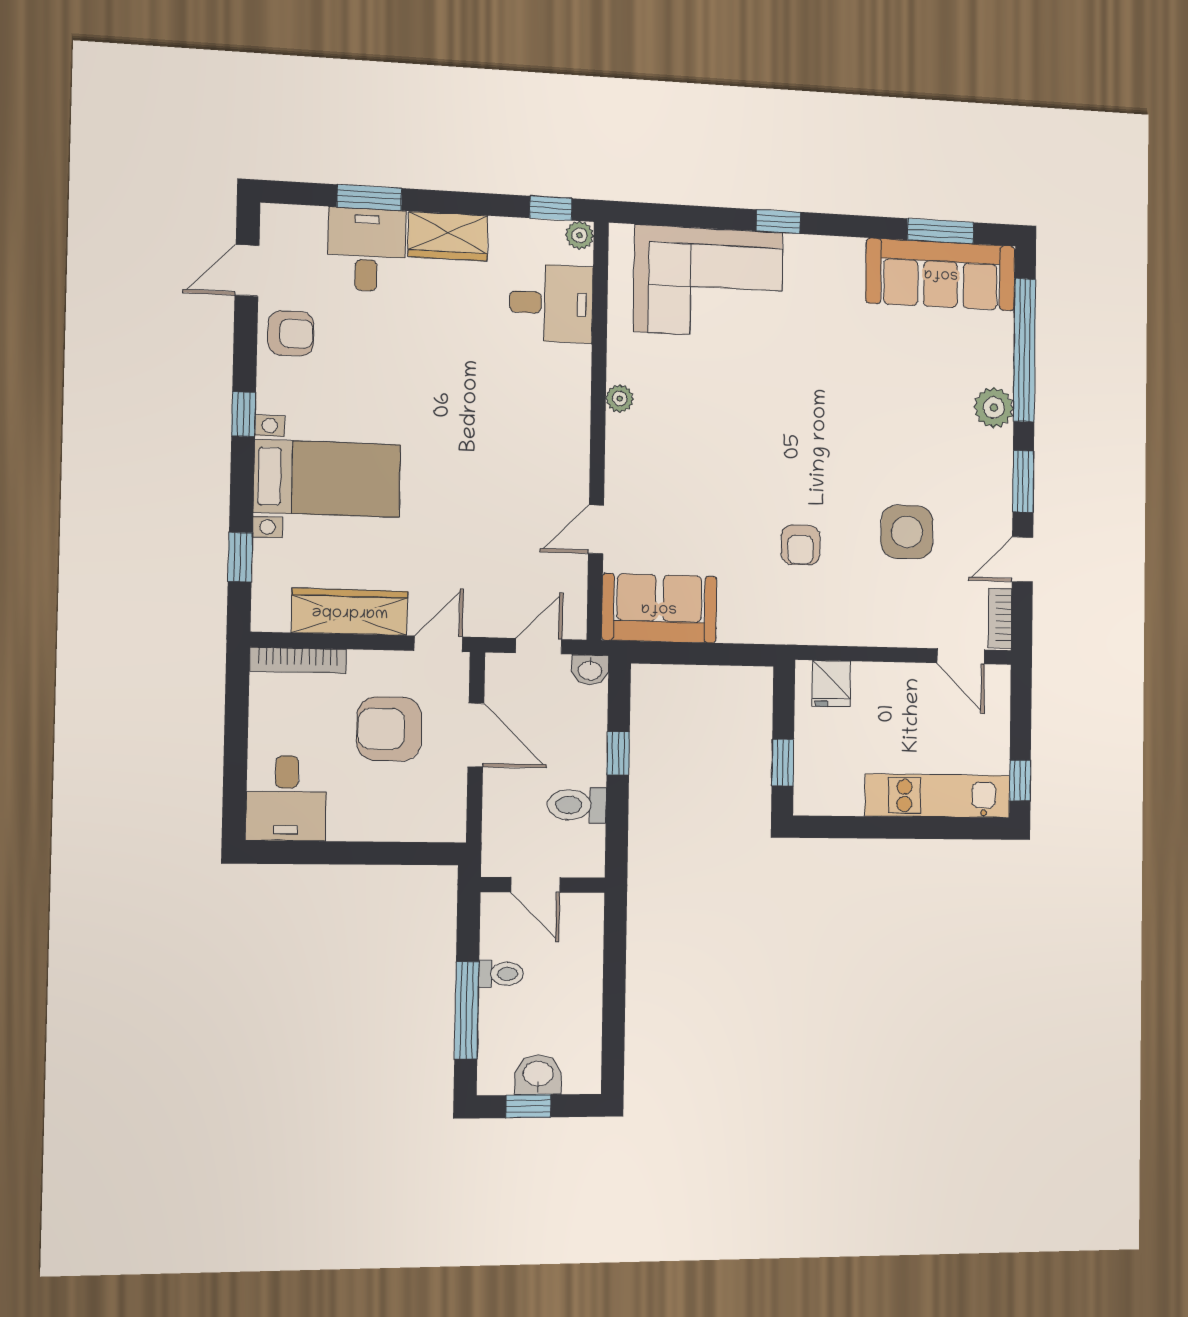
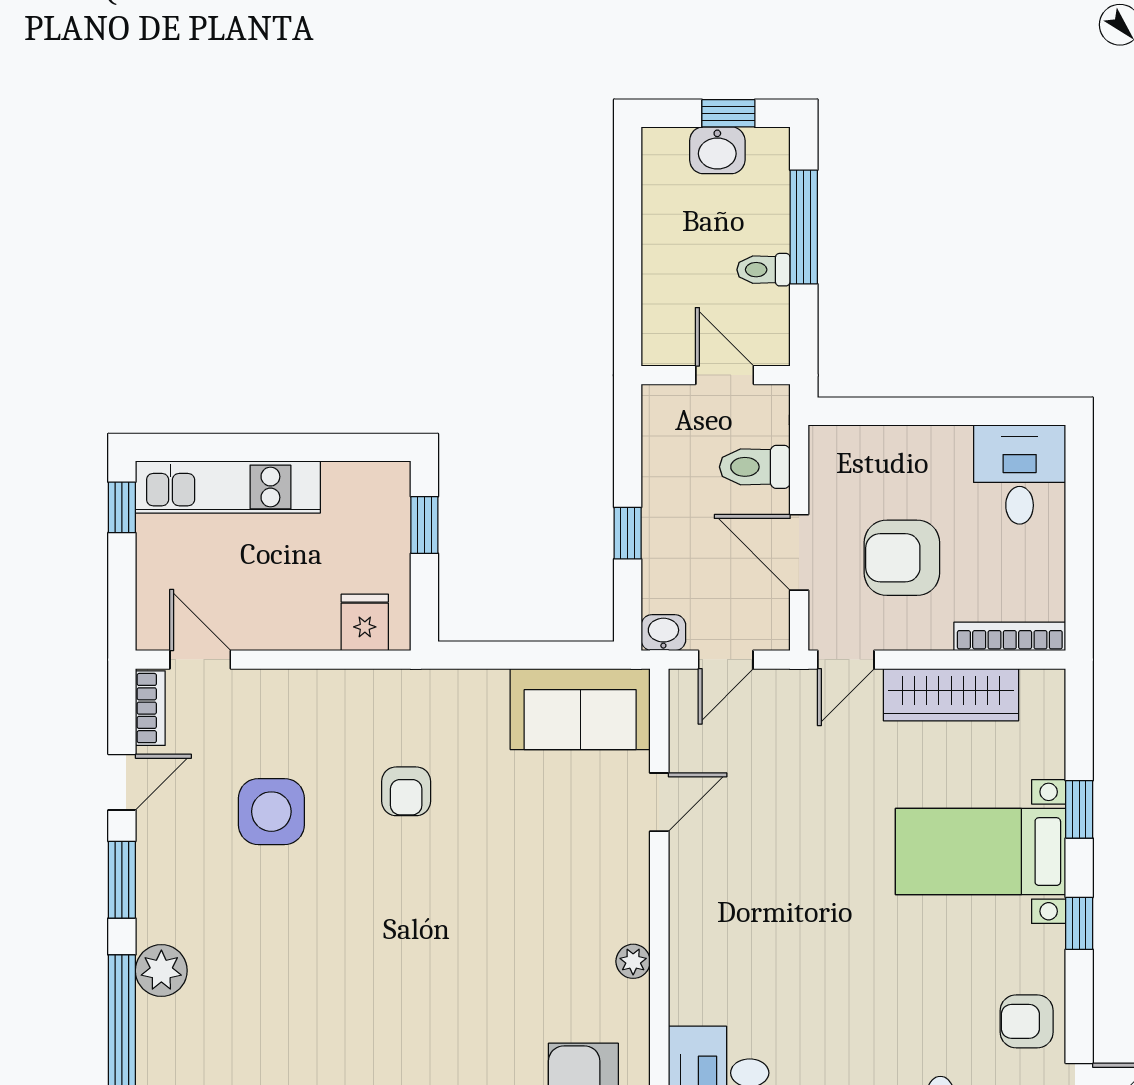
armchair: (800, 545) -> (406, 791), turned 180
window: (240, 557) -> (1079, 809), moved
armchair: (389, 729) -> (902, 558), turned 180
toilet: (577, 805) -> (755, 467), moved, turned 180

